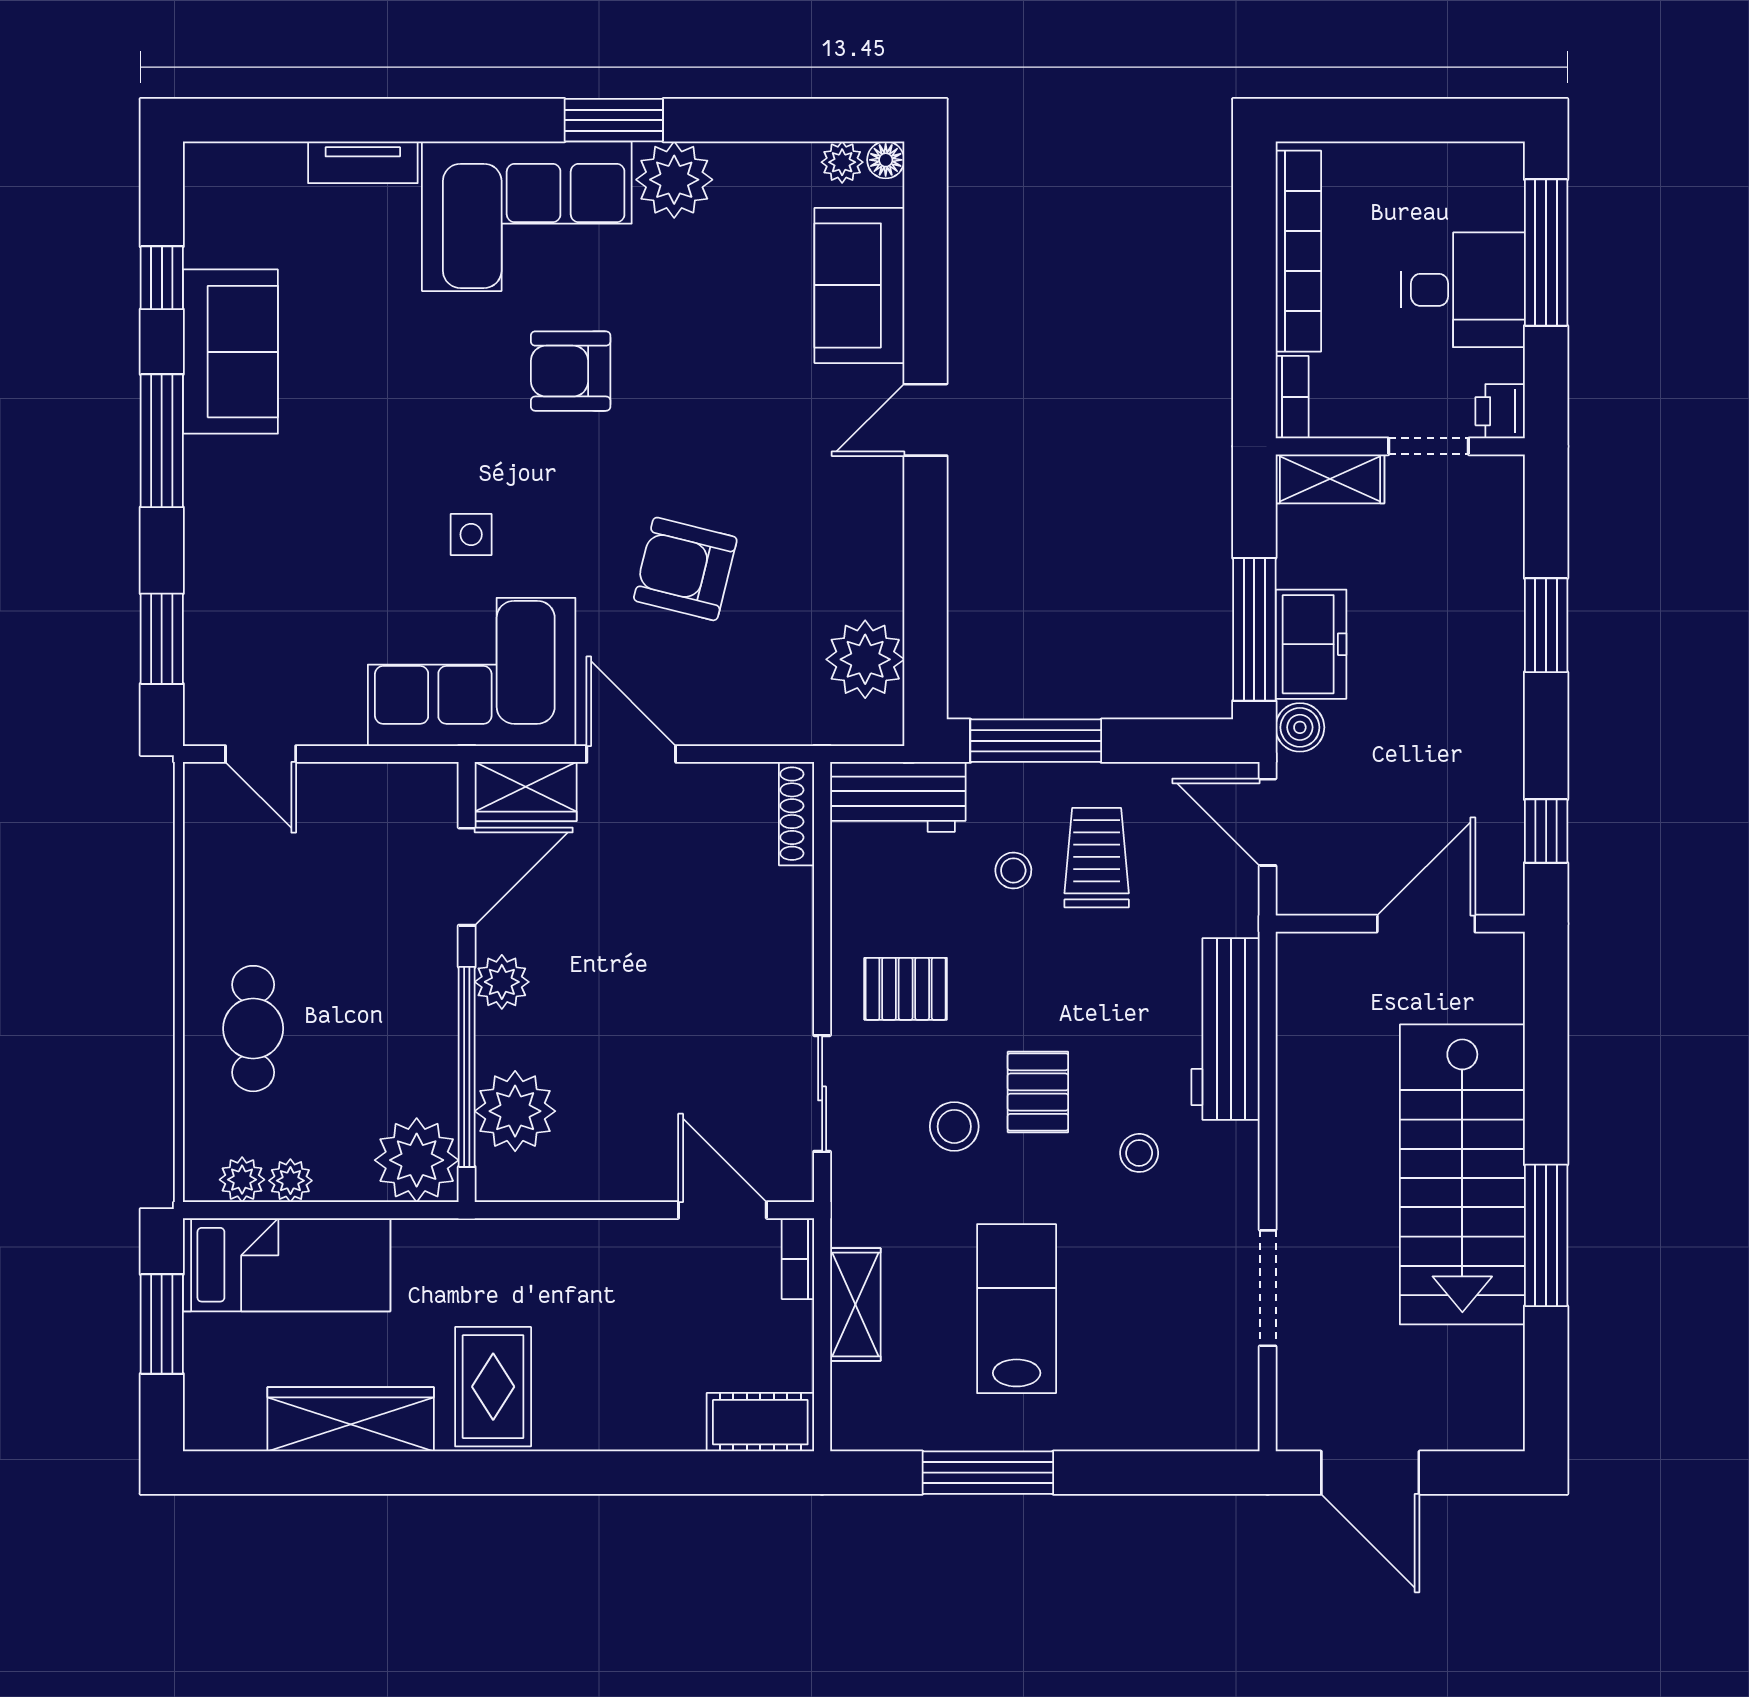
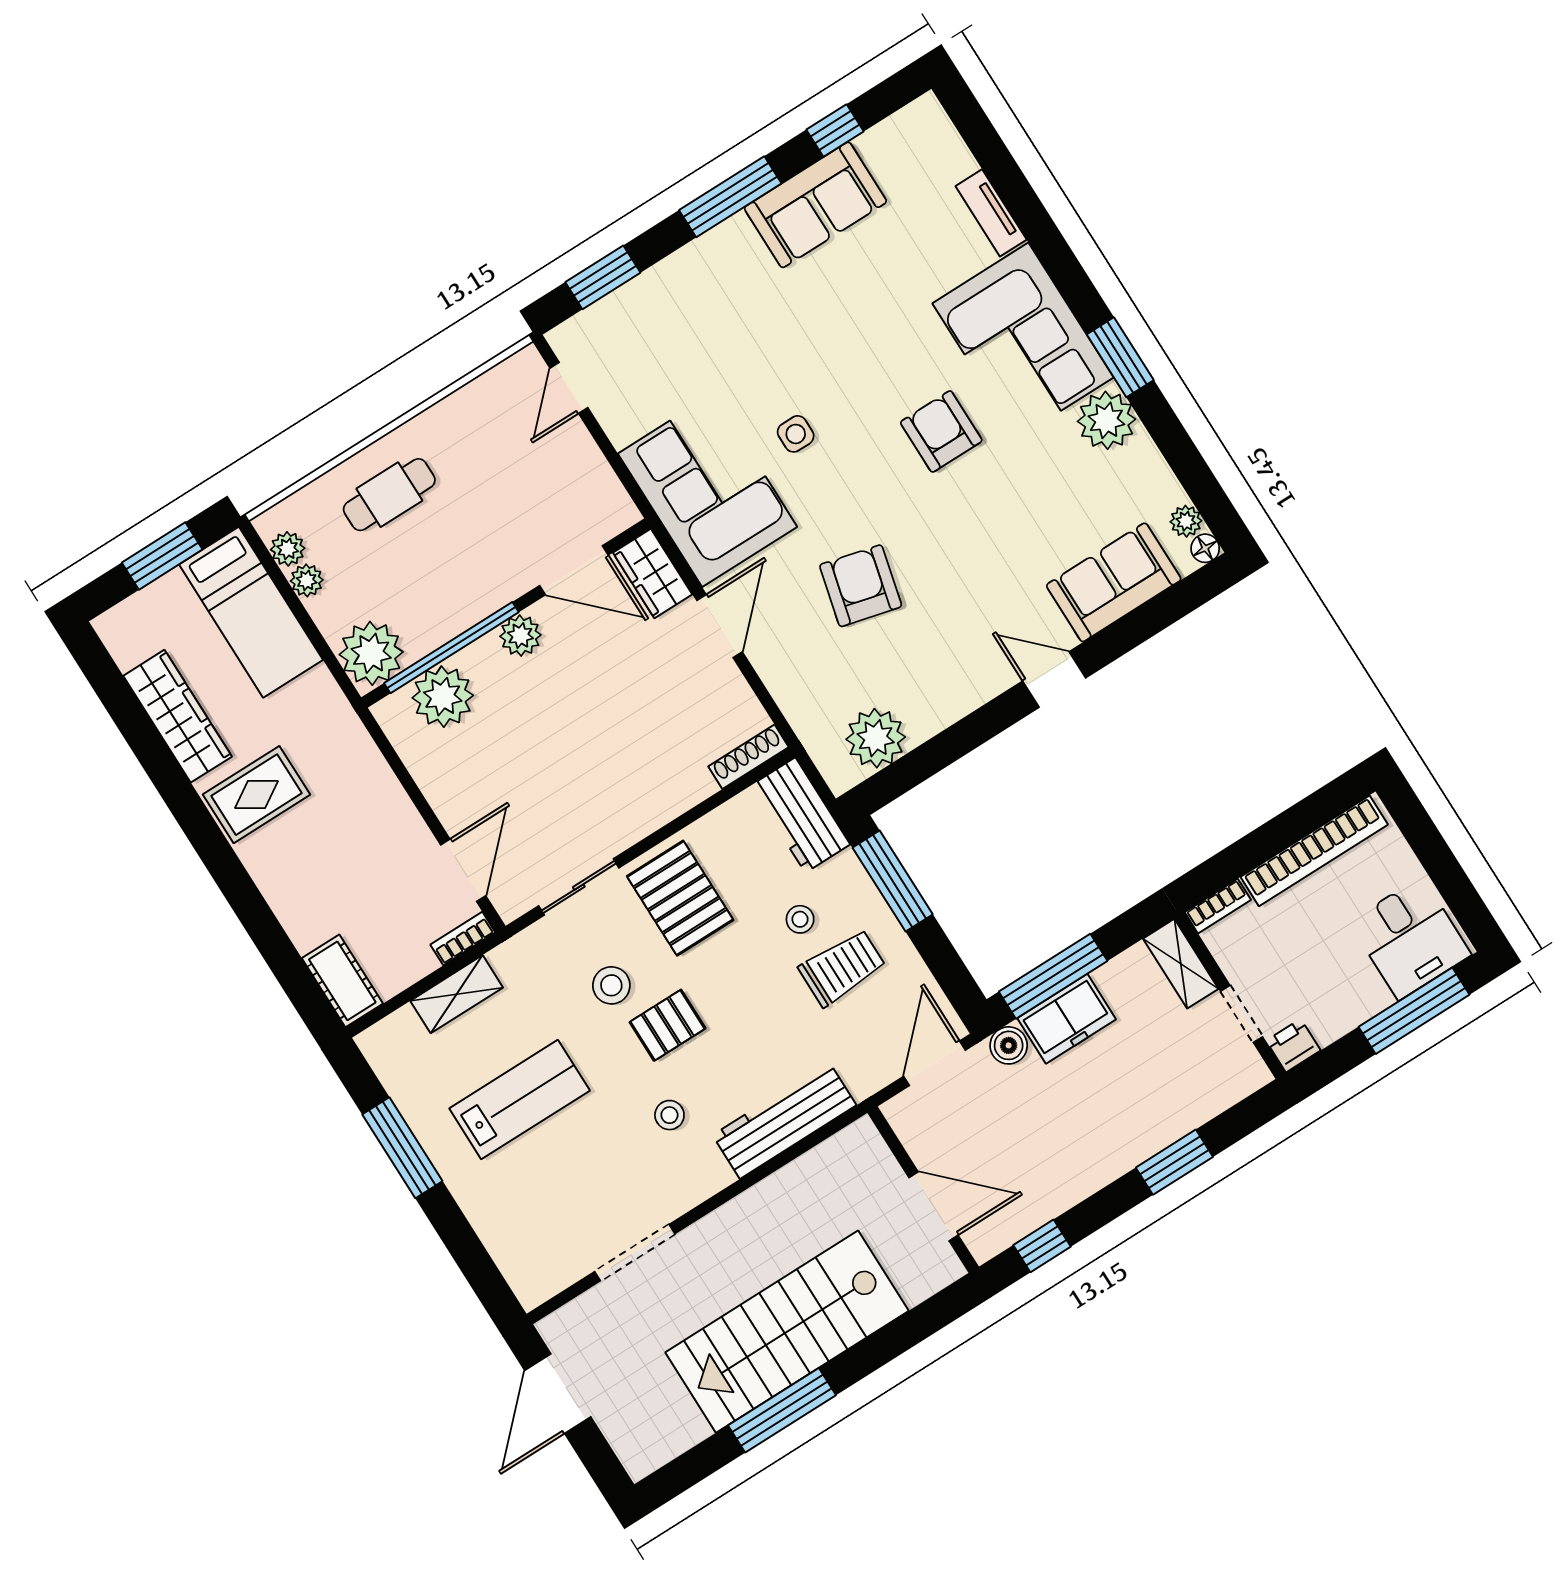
desk: (1463, 290) -> (1410, 938), moved
pallet: (906, 989) -> (680, 898), width x1.50, depth x1.42

